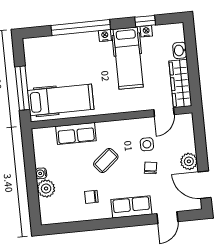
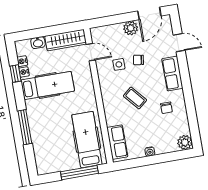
window: (81, 28) -> (25, 127), width x0.68
nightstand: (105, 36) -> (22, 61), moved
row of seats: (76, 133) -> (117, 142), moved
plant: (46, 188) -> (185, 142), moved

